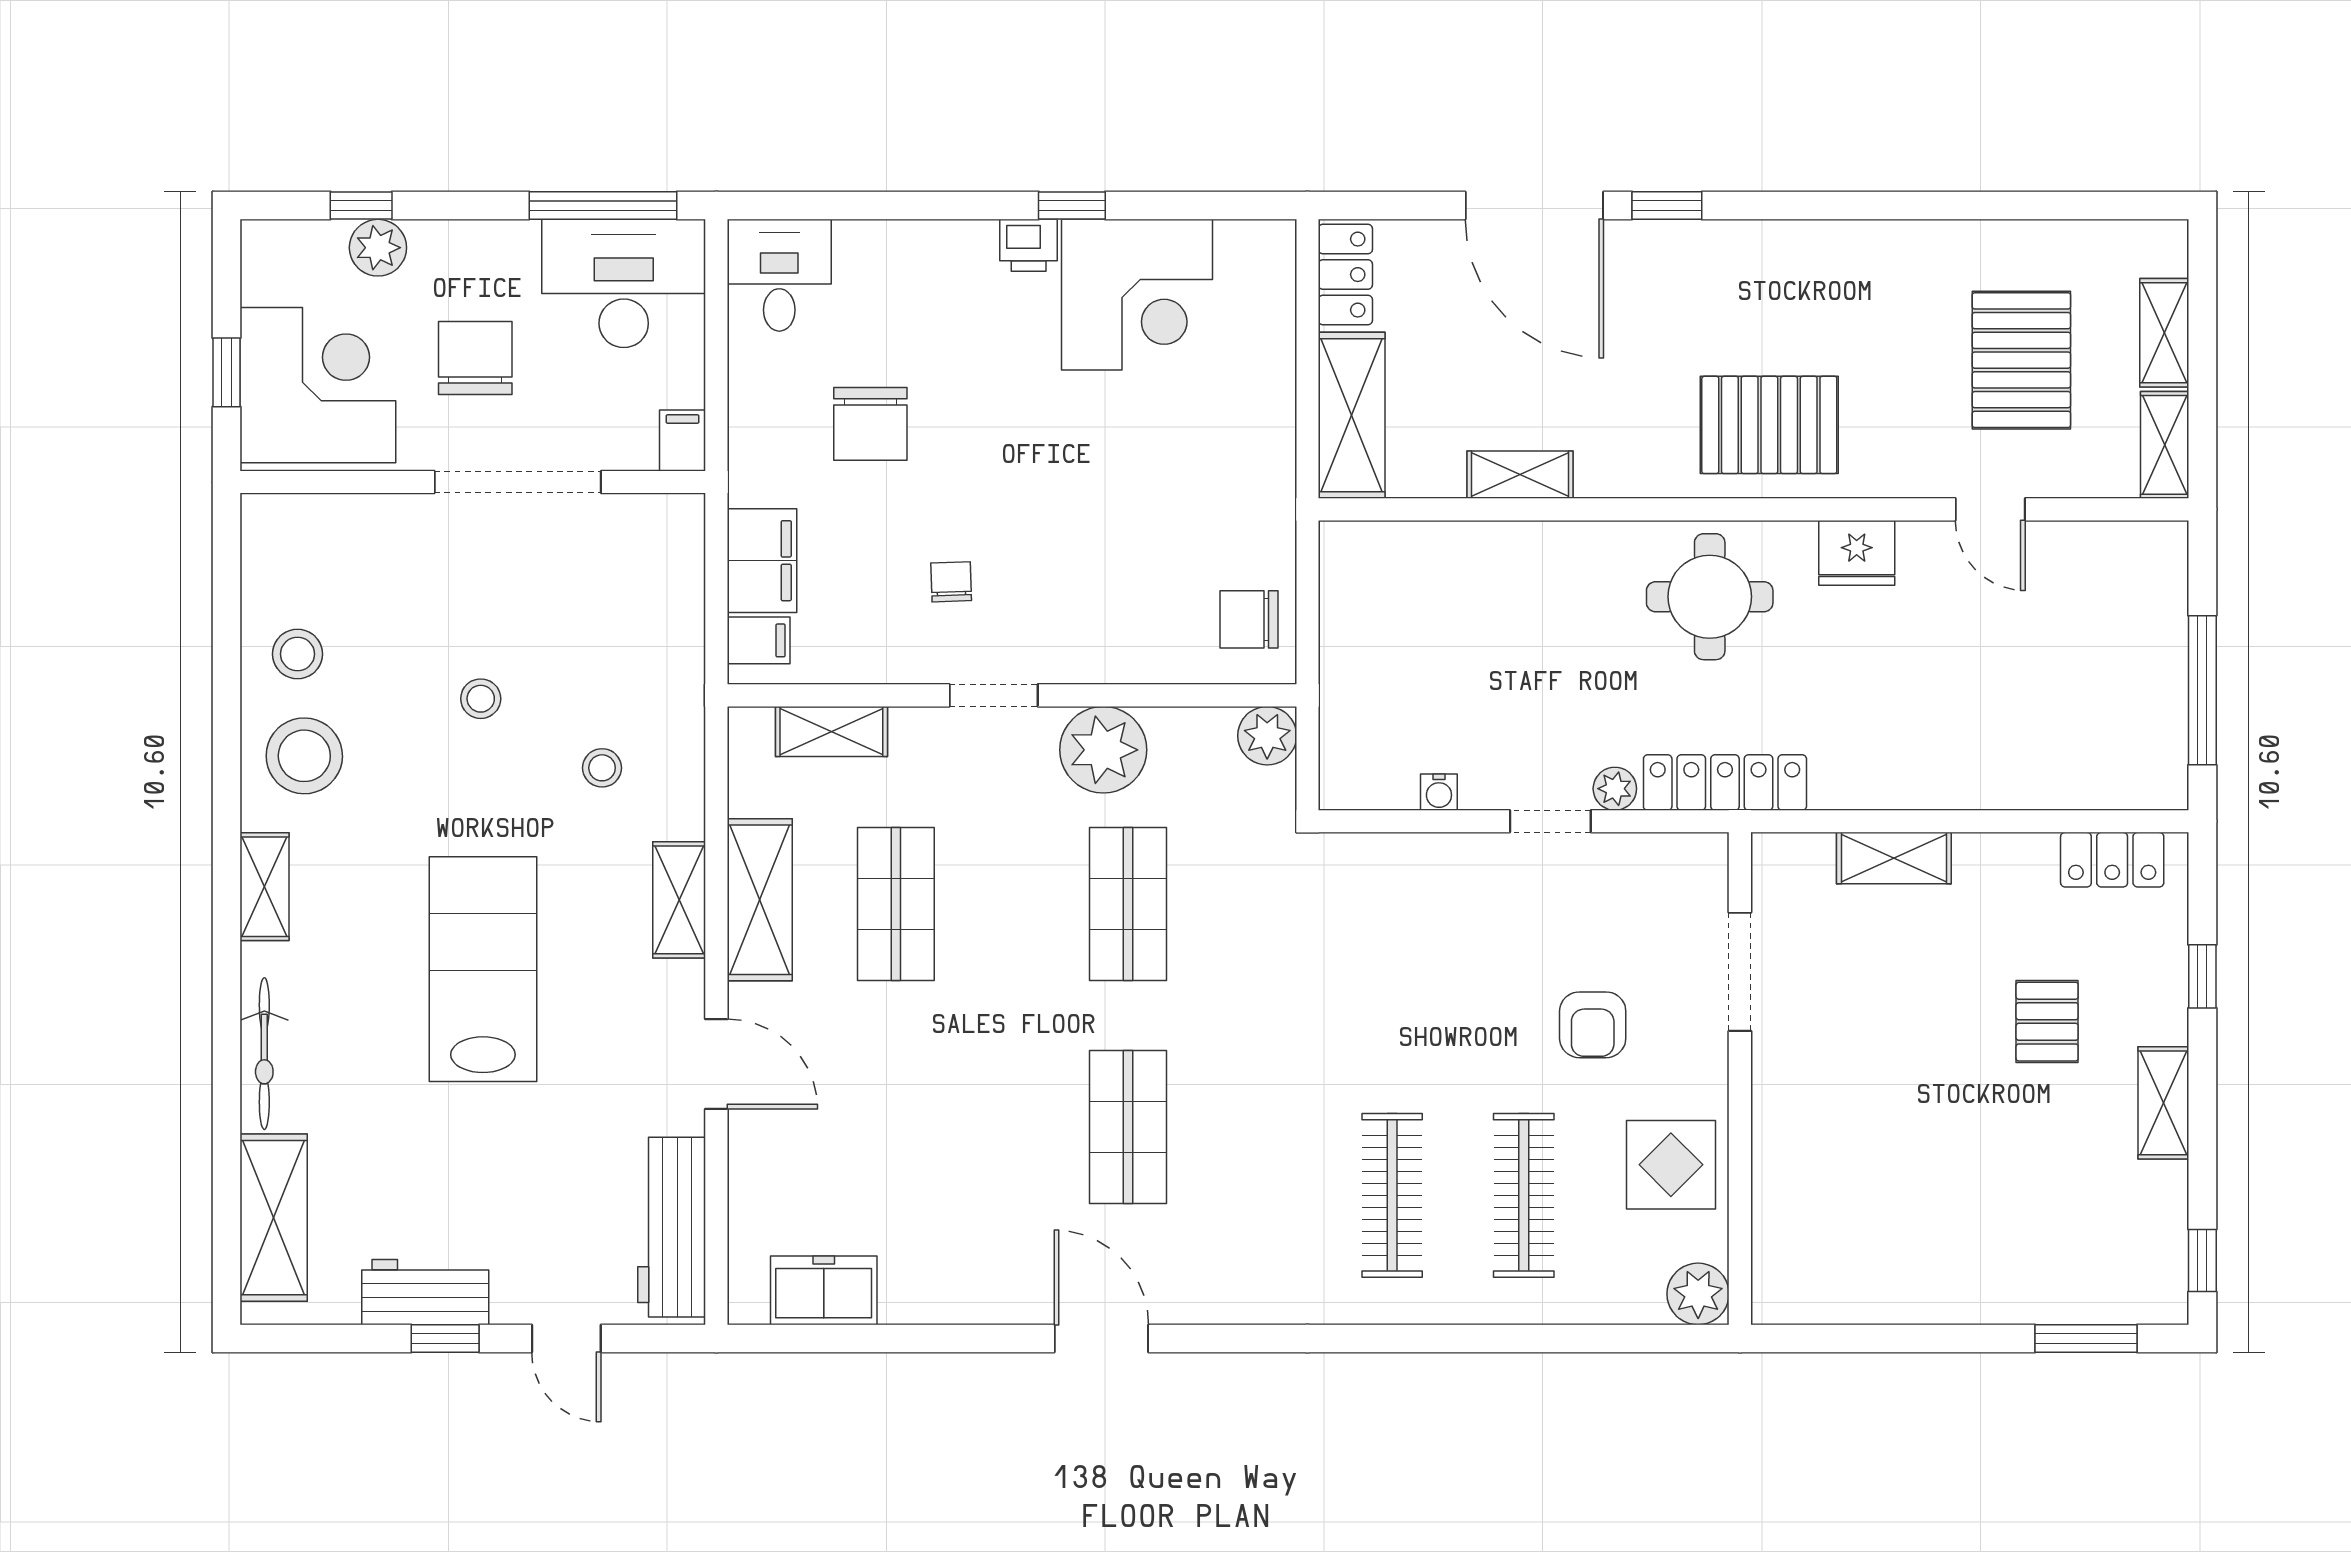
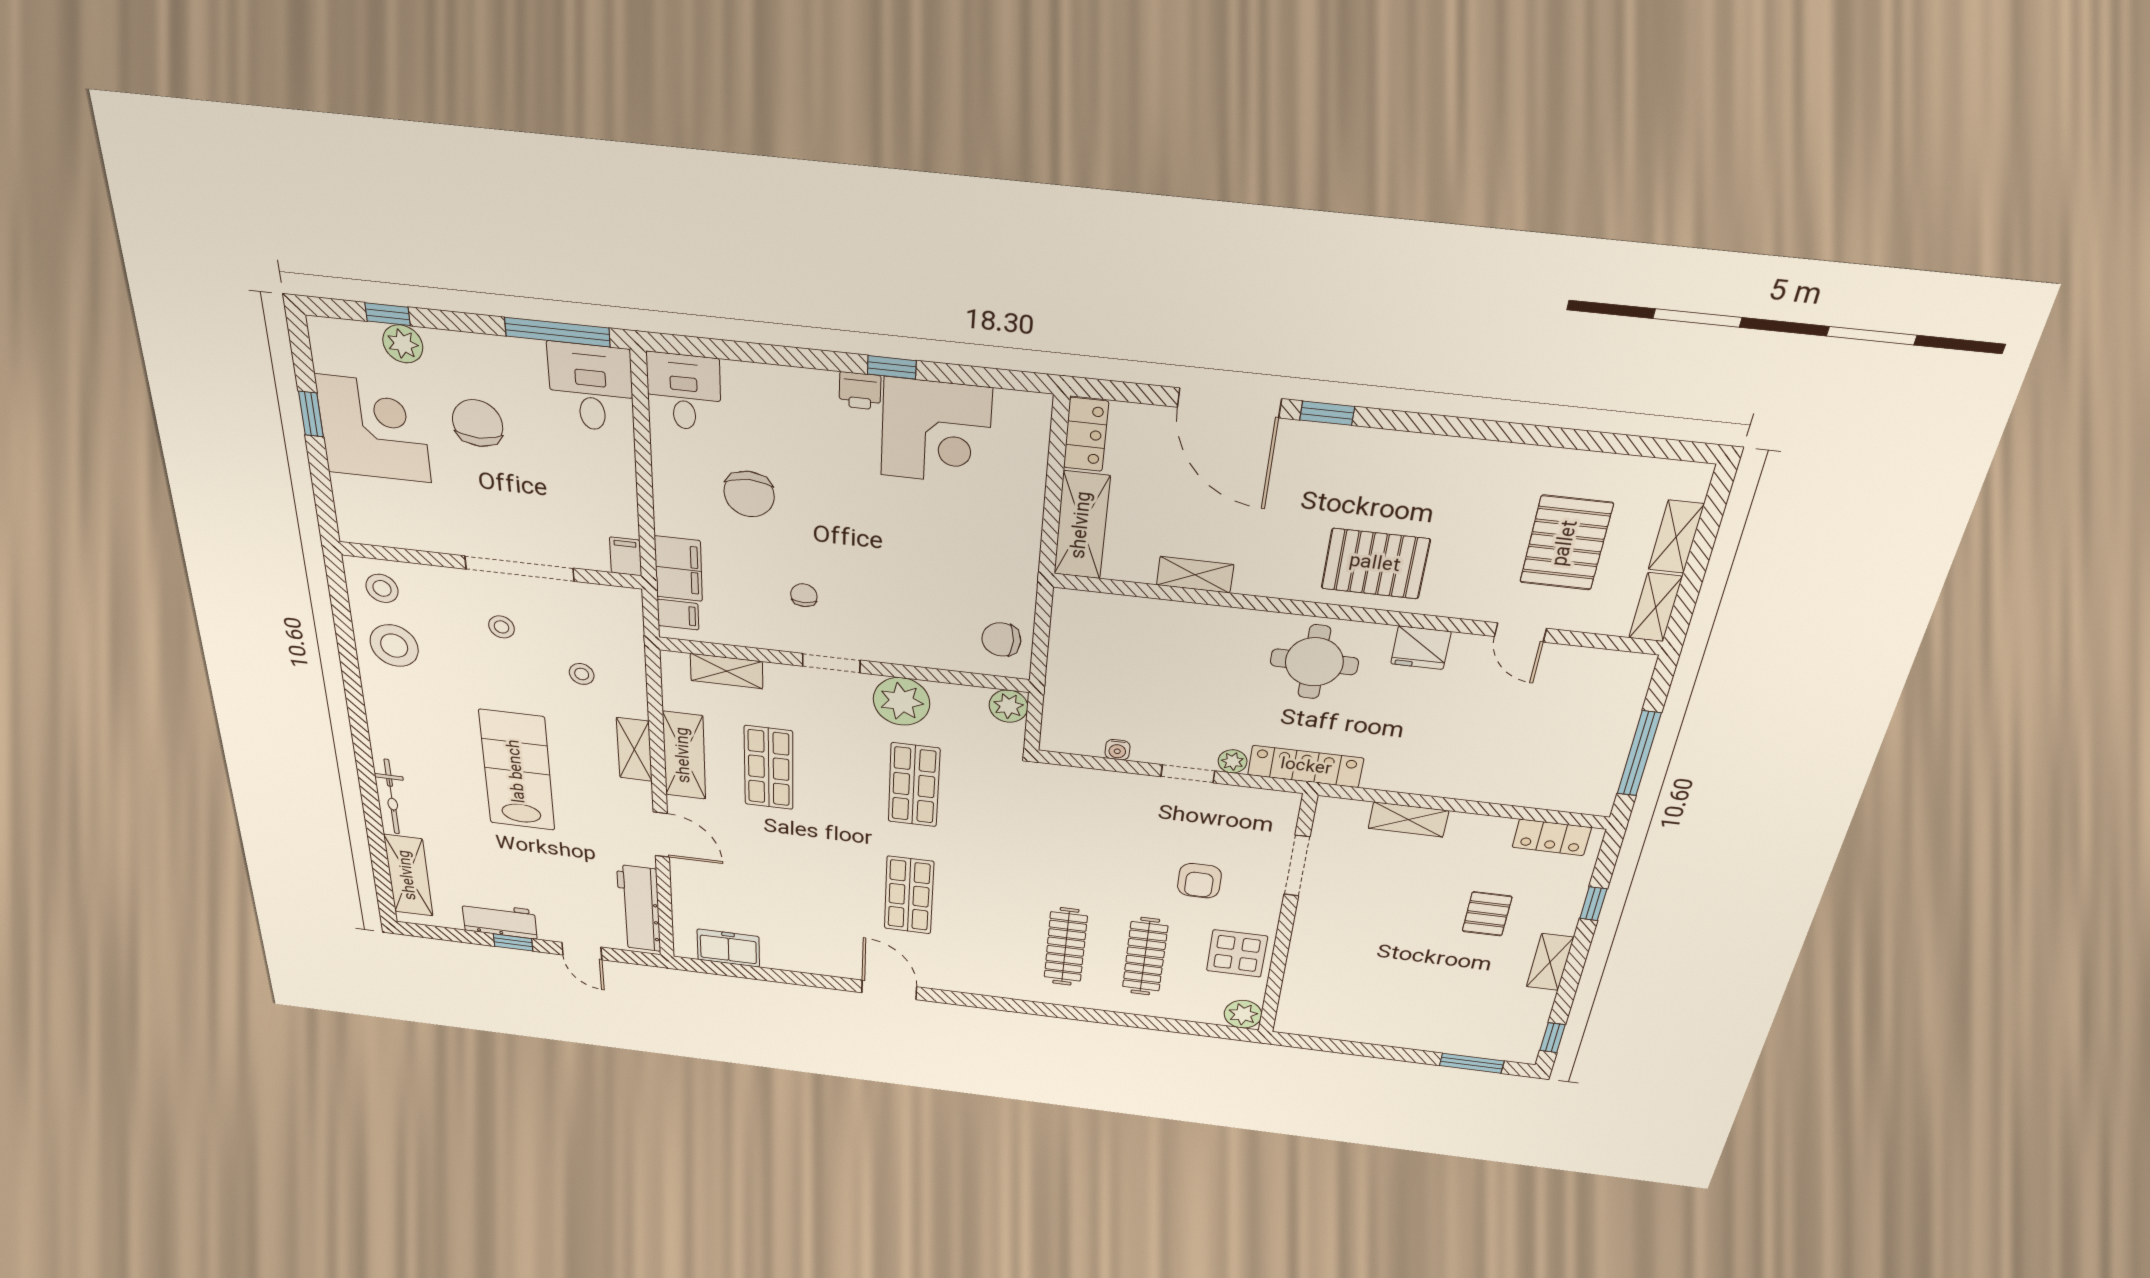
desk: (624, 283) -> (591, 387), width x0.73
filing cabinet: (683, 440) -> (626, 556), moved
wall: (473, 482) -> (490, 565), moved
doorway: (518, 482) -> (519, 569), moved
shelving: (265, 887) -> (380, 713), removed

